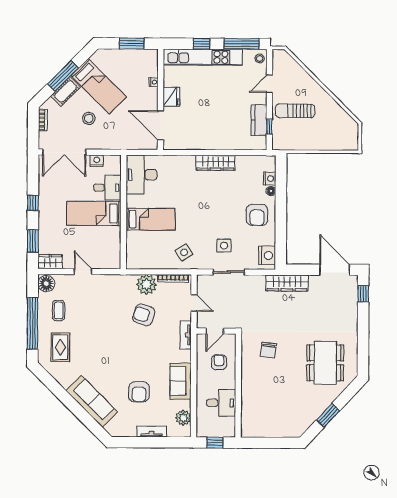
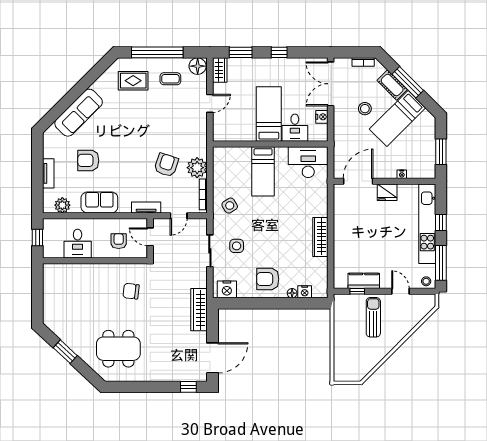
armchair: (219, 362) -> (119, 241), turned -90

